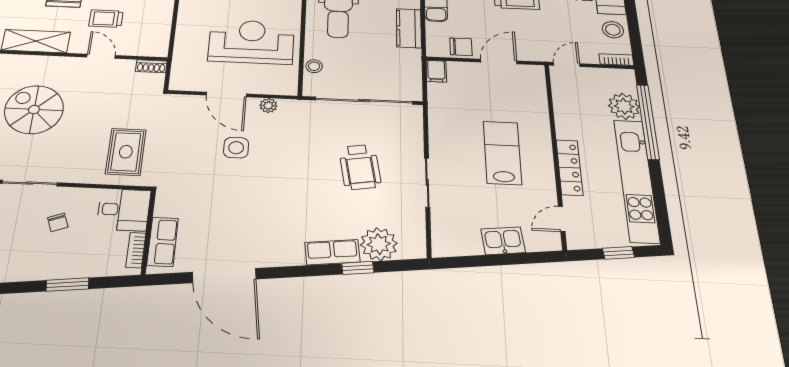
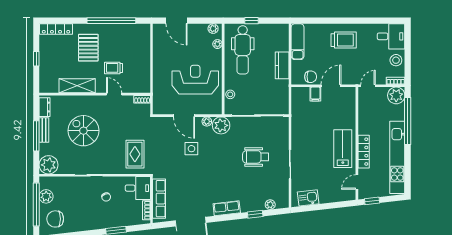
filing cabinet: (436, 71) -> (315, 94), moved
plant: (624, 106) -> (396, 95), moved
plant: (295, 113) -> (221, 125), added
lab bench: (502, 153) -> (343, 149), moved
wheelchair: (360, 167) -> (256, 157), turned 99
kitchen sink: (503, 241) -> (308, 198), moved
row of seats: (163, 242) -> (159, 199), width x1.48
plant: (379, 244) -> (270, 205), width x0.53, depth x0.53
row of seats: (332, 252) -> (227, 208), moved
window: (618, 253) -> (372, 201), moved

